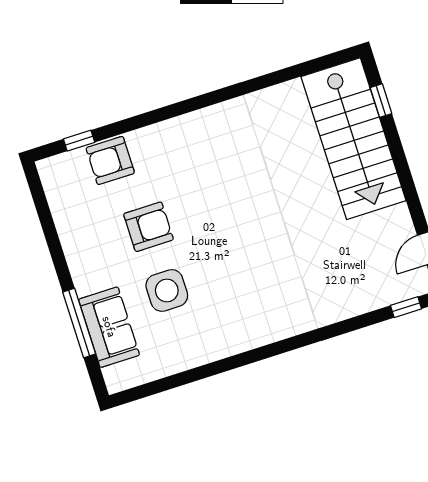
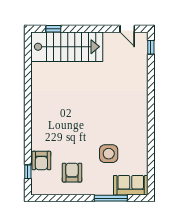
armchair: (148, 227) -> (72, 173), moved
sofa: (109, 327) -> (131, 185), moved

